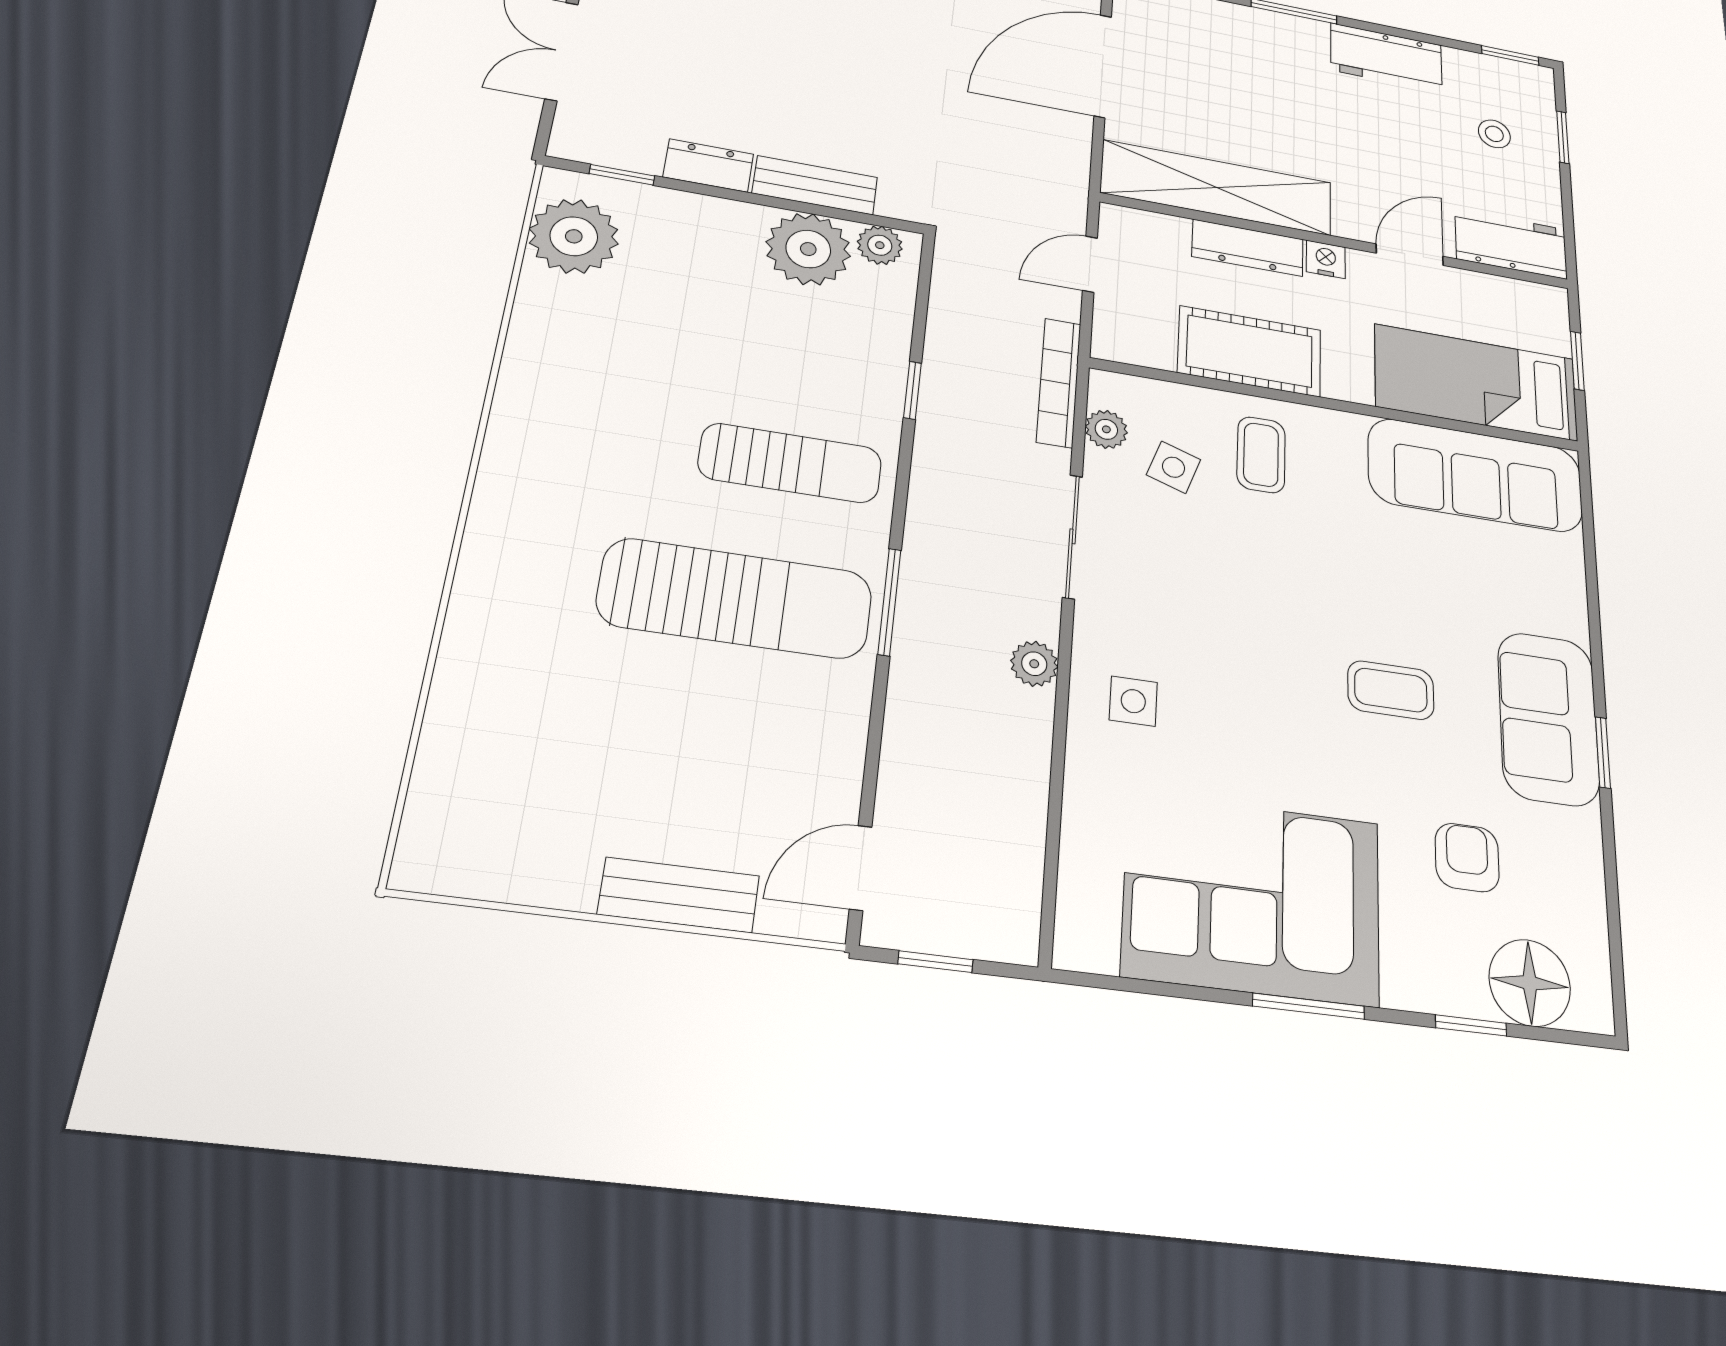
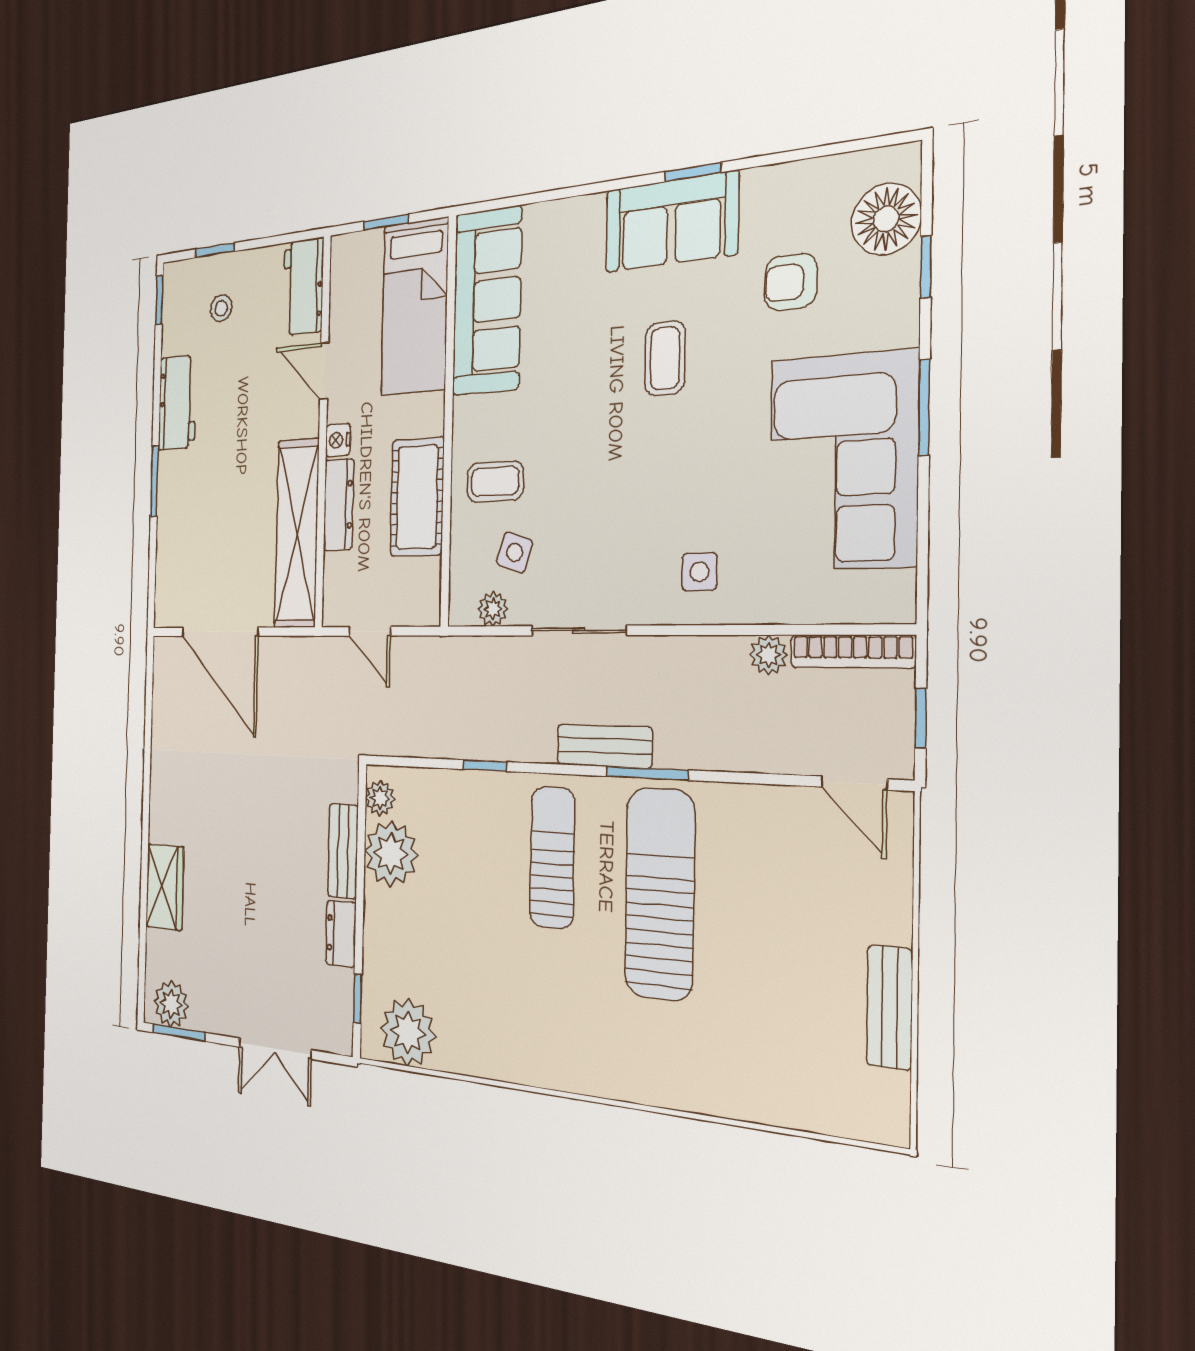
bookcase: (1059, 382) -> (853, 651), moved
bench: (927, 550) -> (604, 746), added
plant: (1034, 664) -> (769, 655), moved
bench: (679, 895) -> (890, 1007), moved

